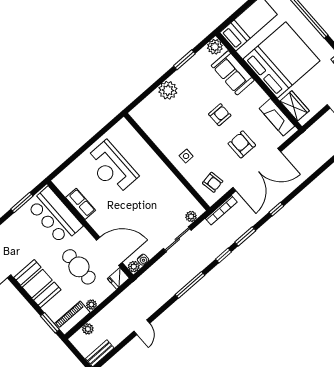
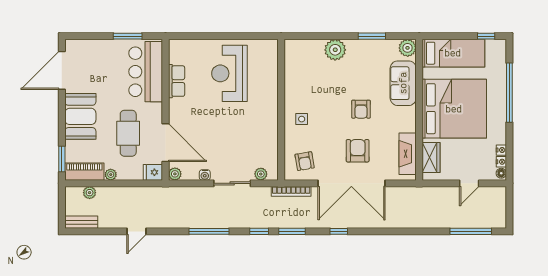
armchair: (220, 115) -> (361, 109), turned 90
water cooler: (143, 260) -> (205, 175), moved

